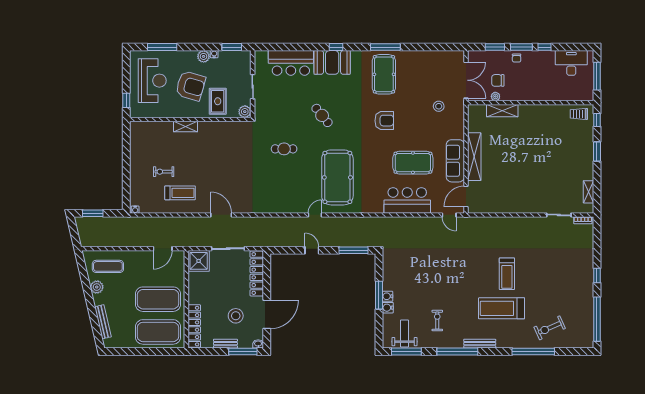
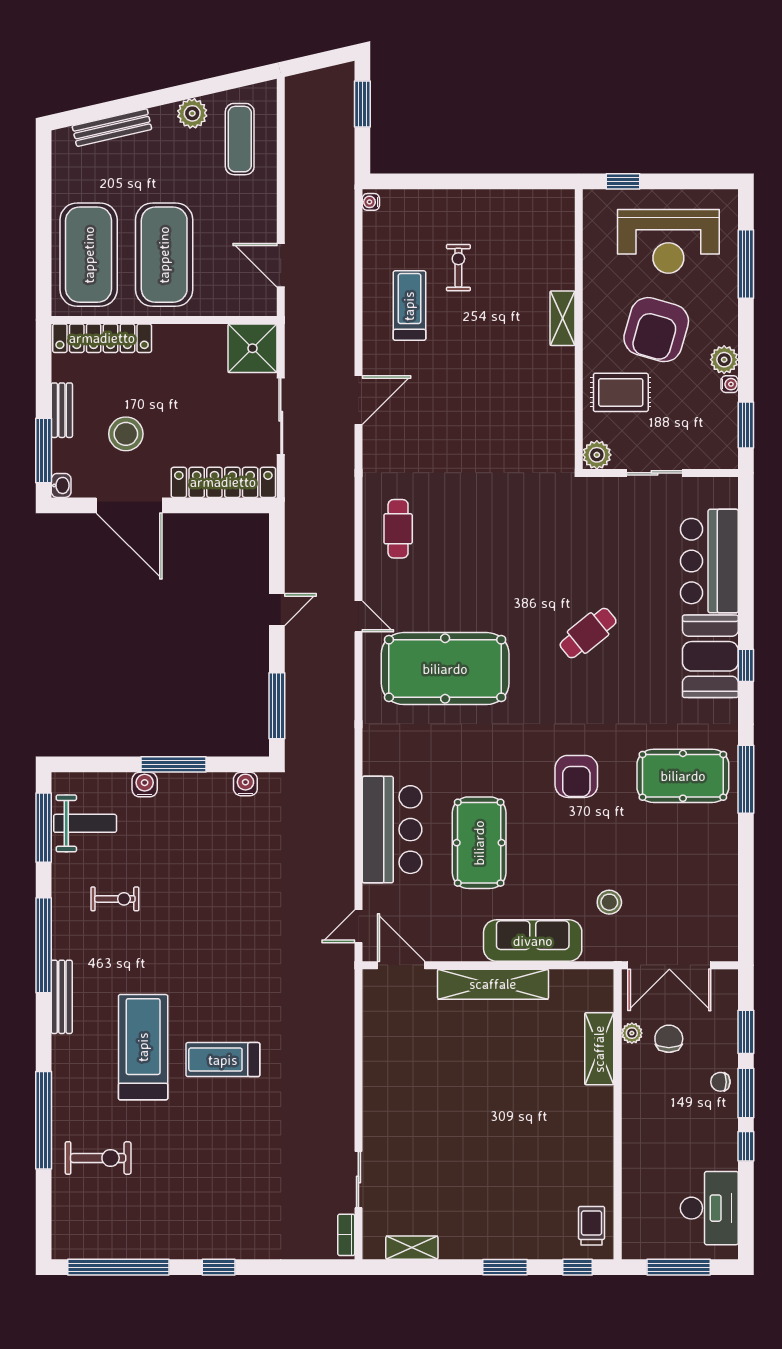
cafe table: (284, 149) -> (398, 529), moved
sofa: (455, 161) -> (533, 941), moved
treadmill: (180, 193) -> (409, 306), turned 180
water cooler: (387, 296) -> (245, 784), moved
exercise bike: (550, 328) -> (98, 1158), turned 114

